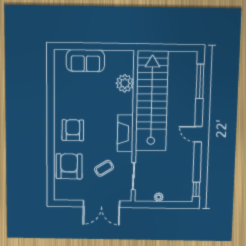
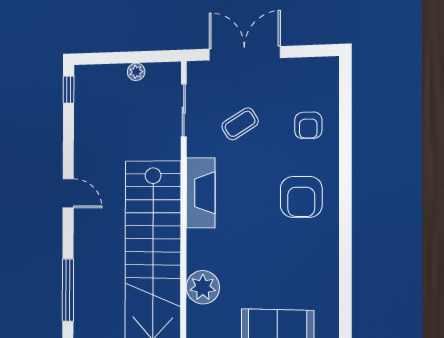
armchair: (69, 166) -> (308, 125), width x0.53, depth x0.53

